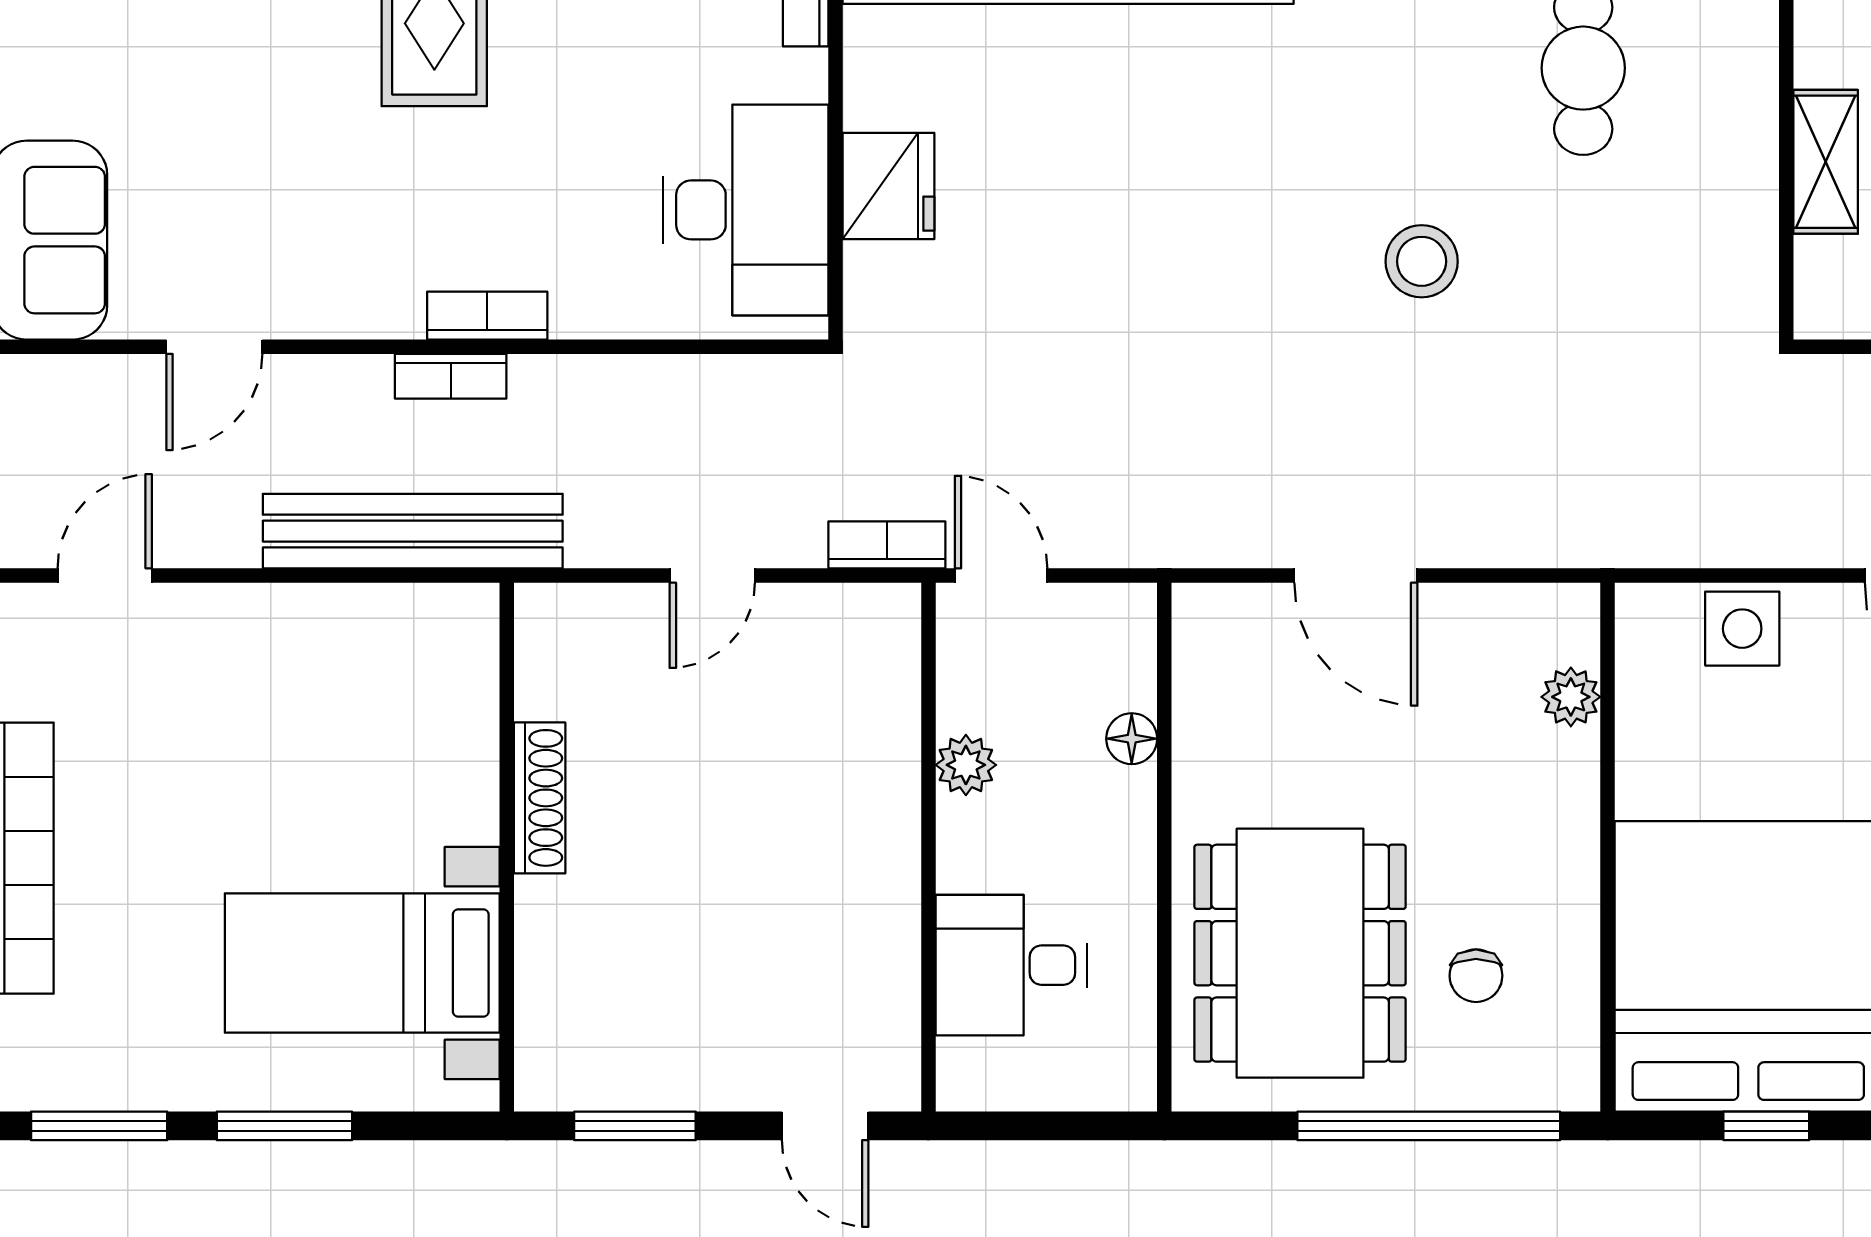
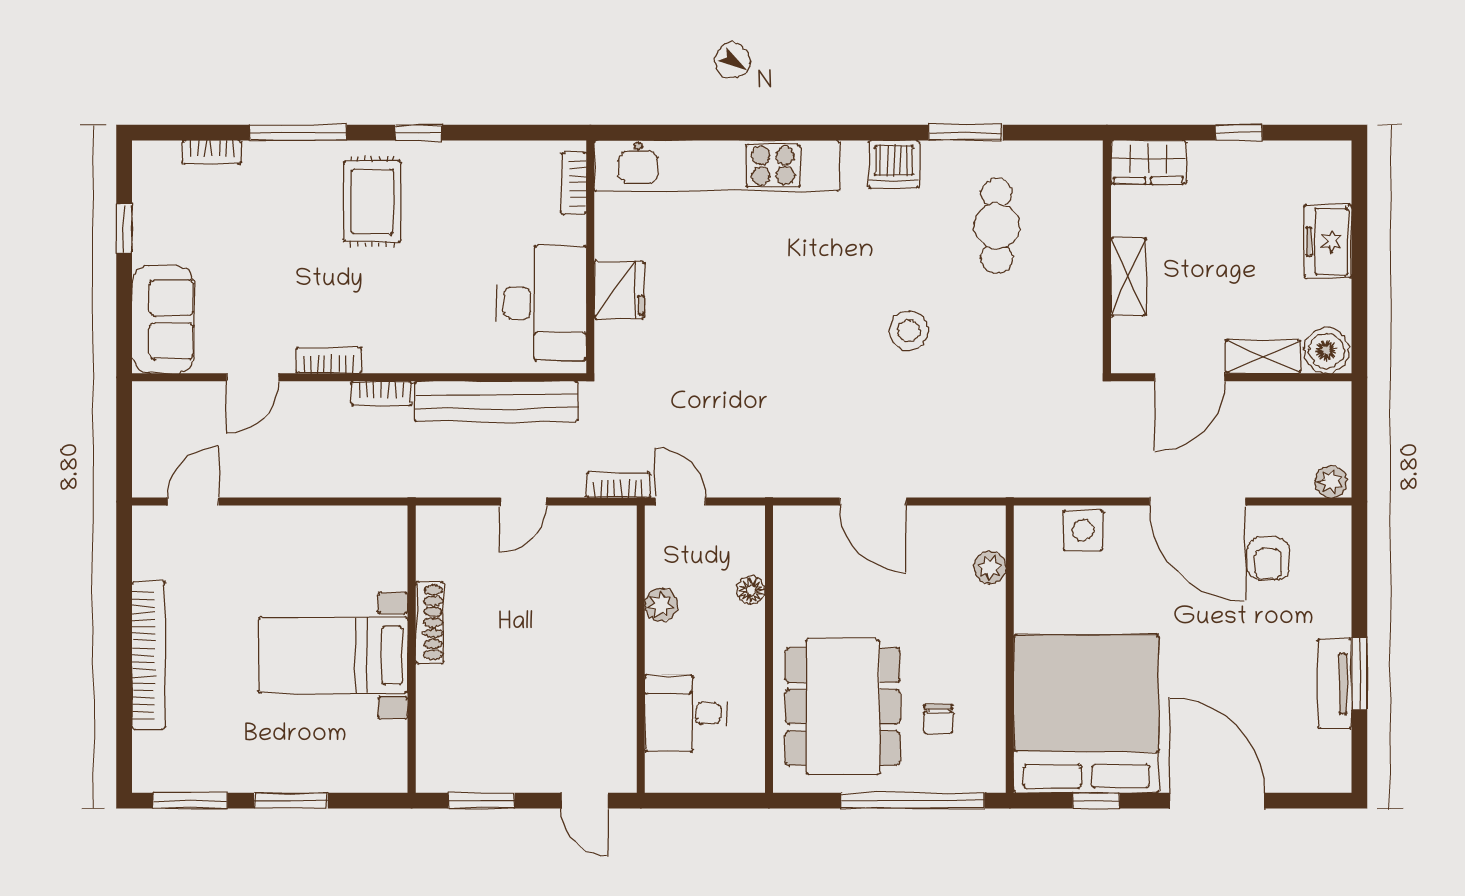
bookcase: (487, 316) -> (329, 360), moved
bench: (413, 531) -> (496, 401), moved
bed with nightstands: (362, 963) -> (333, 655), moved

